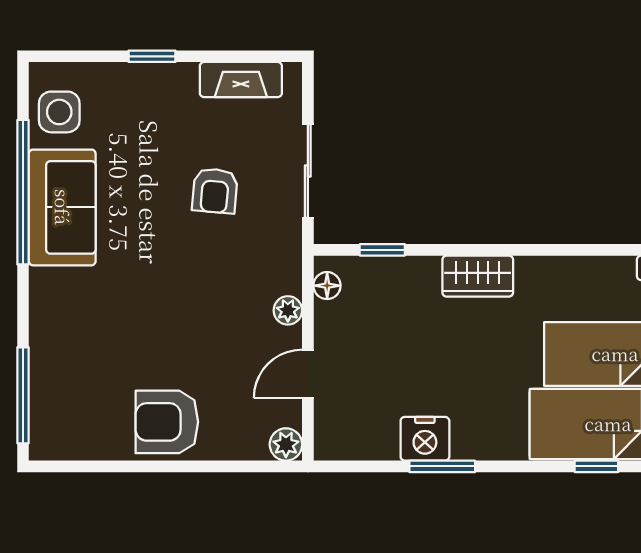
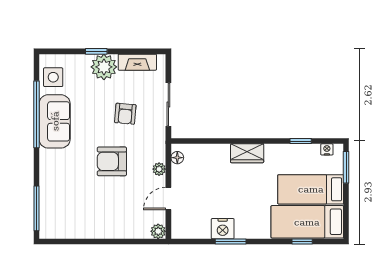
plant: (169, 90) -> (104, 67), added
window: (382, 250) -> (301, 141), moved
armchair: (167, 422) -> (112, 161), moved

